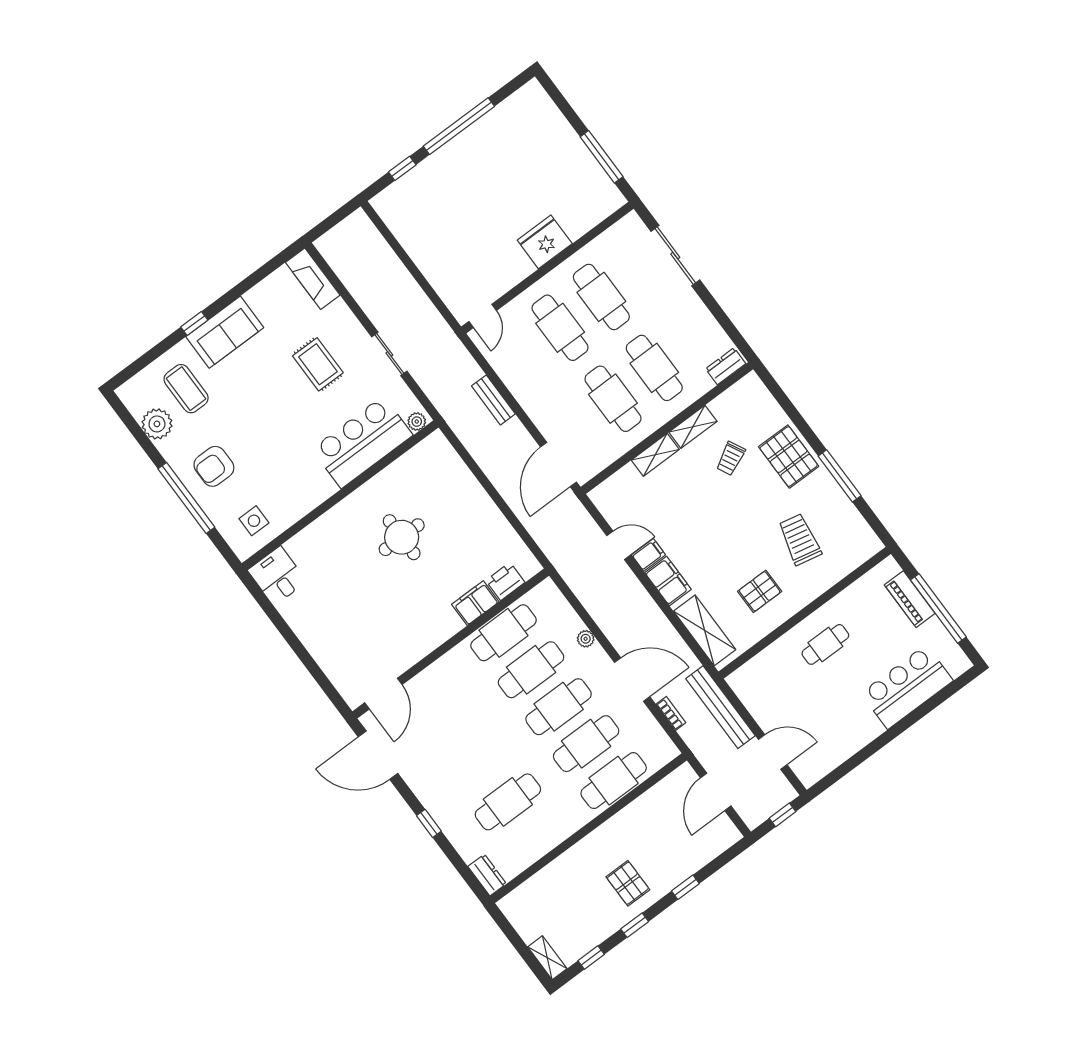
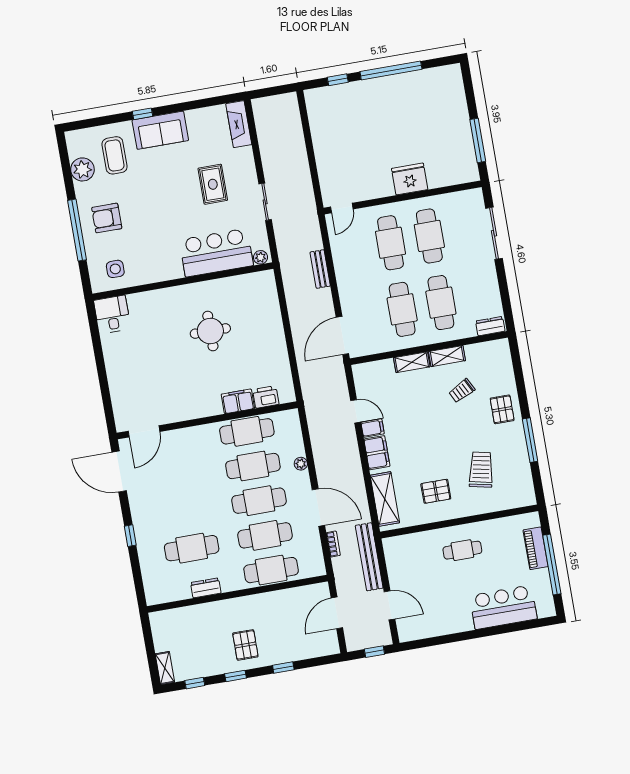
pallet: (789, 457) -> (502, 409), width x0.67, depth x0.71
dresser: (487, 875) -> (206, 588), moved, turned -90

